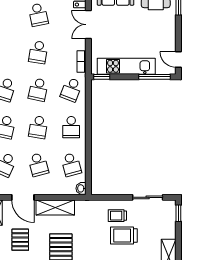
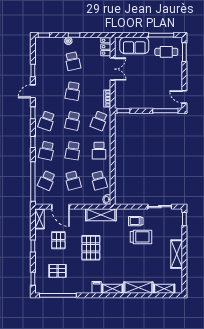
double door: (88, 25) -> (113, 69), swing flipped
kitchen unit: (126, 66) -> (143, 102), removed
shelving: (55, 208) -> (101, 215), moved
trolley: (124, 235) -> (141, 237), turned 180

